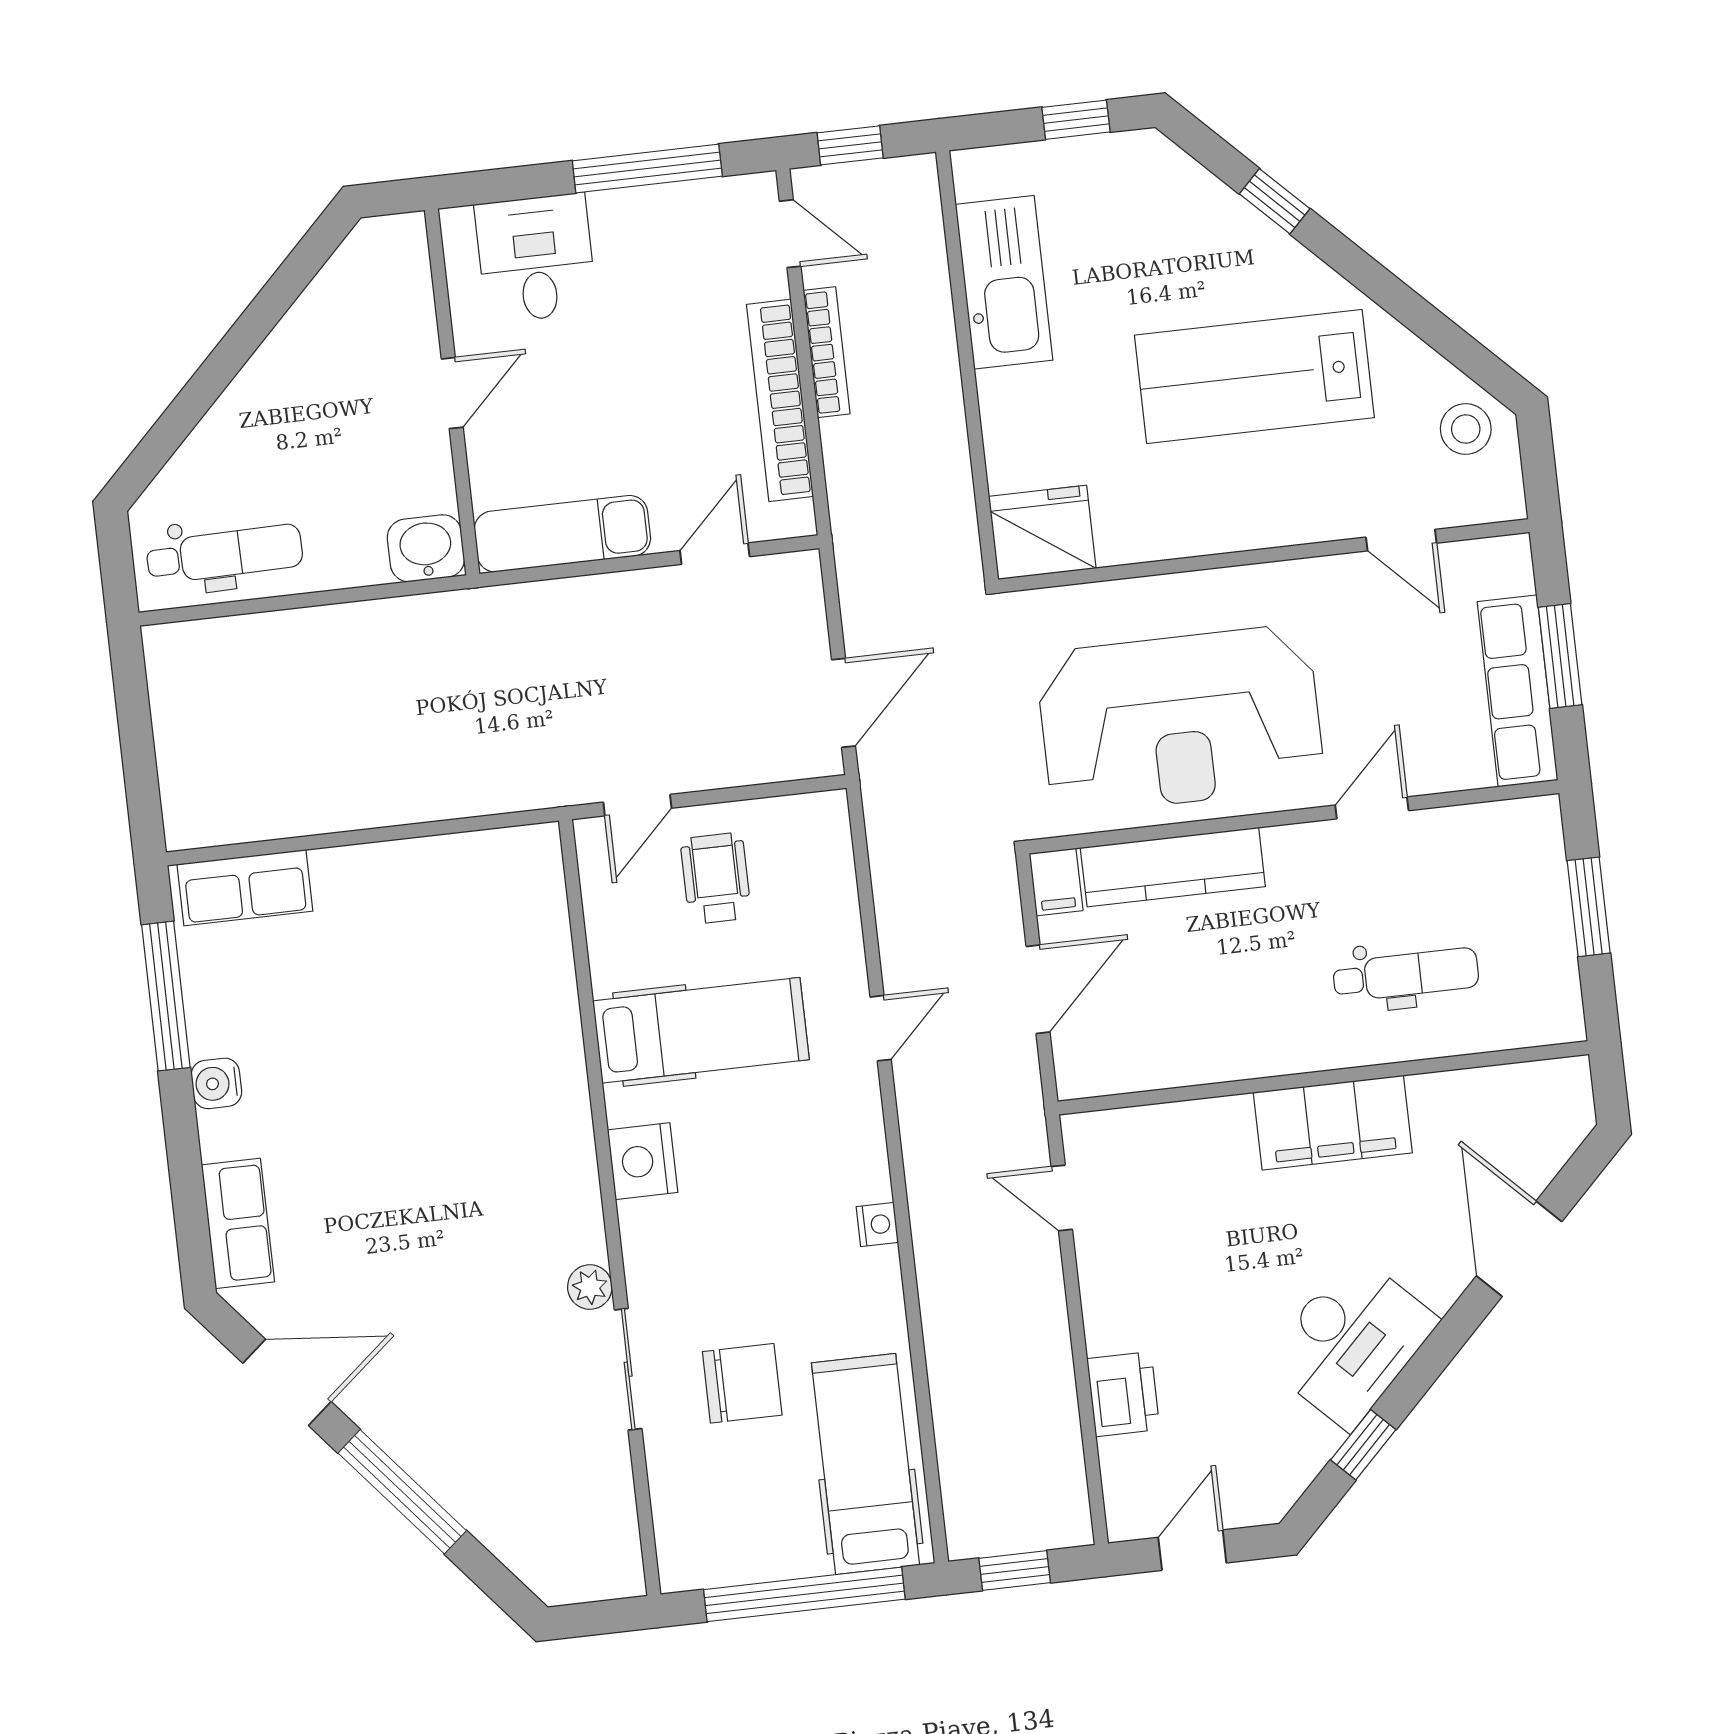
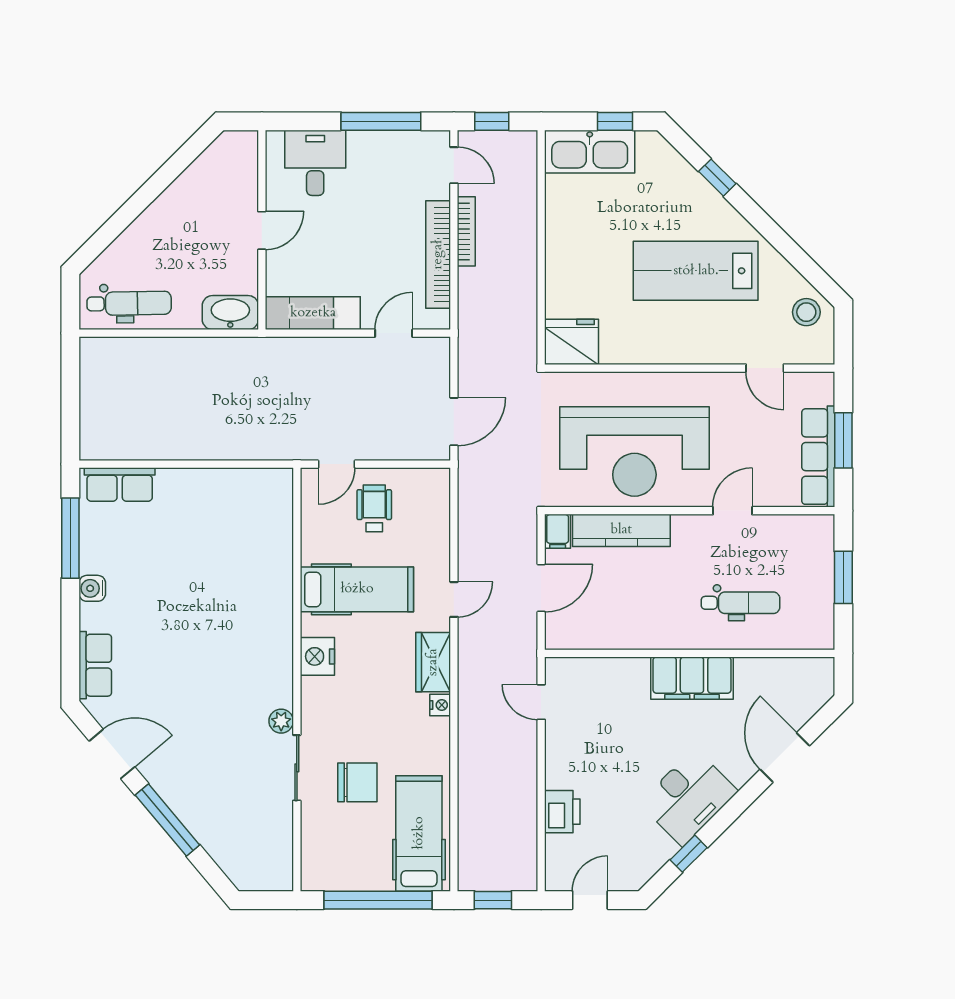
kitchen sink: (1004, 282) -> (590, 152), moved, turned 90
washbasin: (426, 548) -> (230, 313), width x1.38
wardrobe: (856, 1147) -> (433, 662), added

